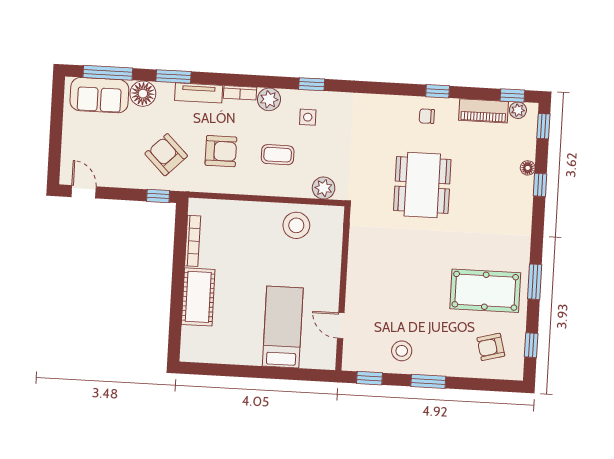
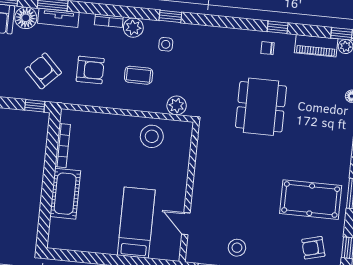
tv unit: (199, 93) -> (58, 18), moved

